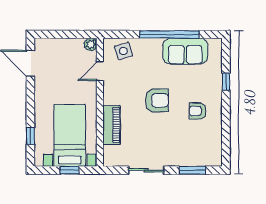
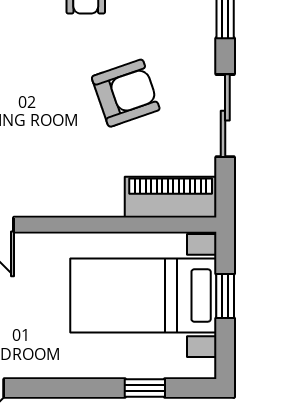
armchair: (157, 100) -> (126, 93), moved, turned 71
piano: (112, 125) -> (171, 197), moved

